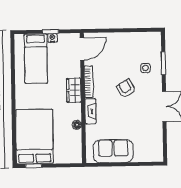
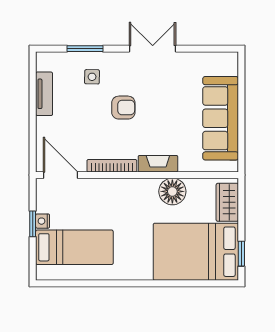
tv unit: (134, 37) -> (44, 94), added
armchair: (126, 88) -> (123, 108), turned -150
wardrobe: (74, 90) -> (227, 202), moved, turned 90
floor lamp: (77, 125) -> (172, 191), width x1.89, depth x1.89
sofa: (113, 151) -> (221, 118), width x1.36

